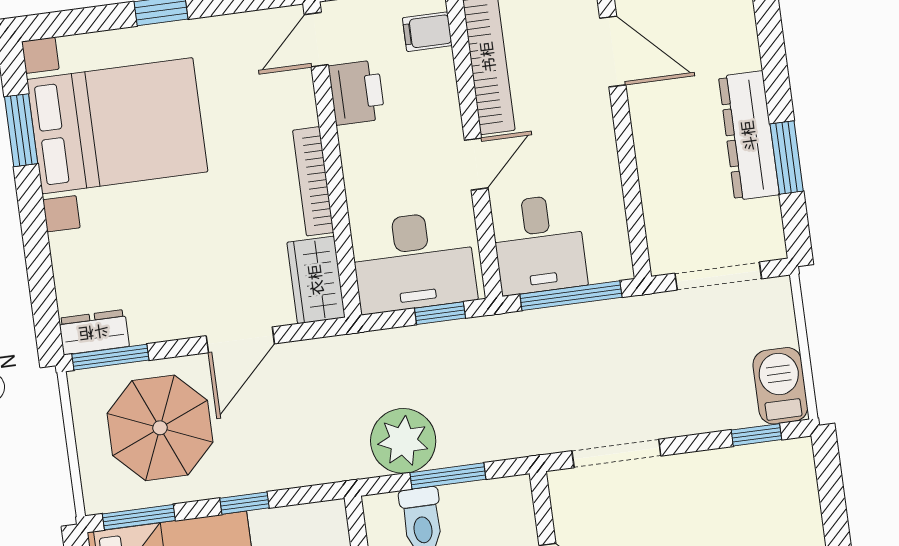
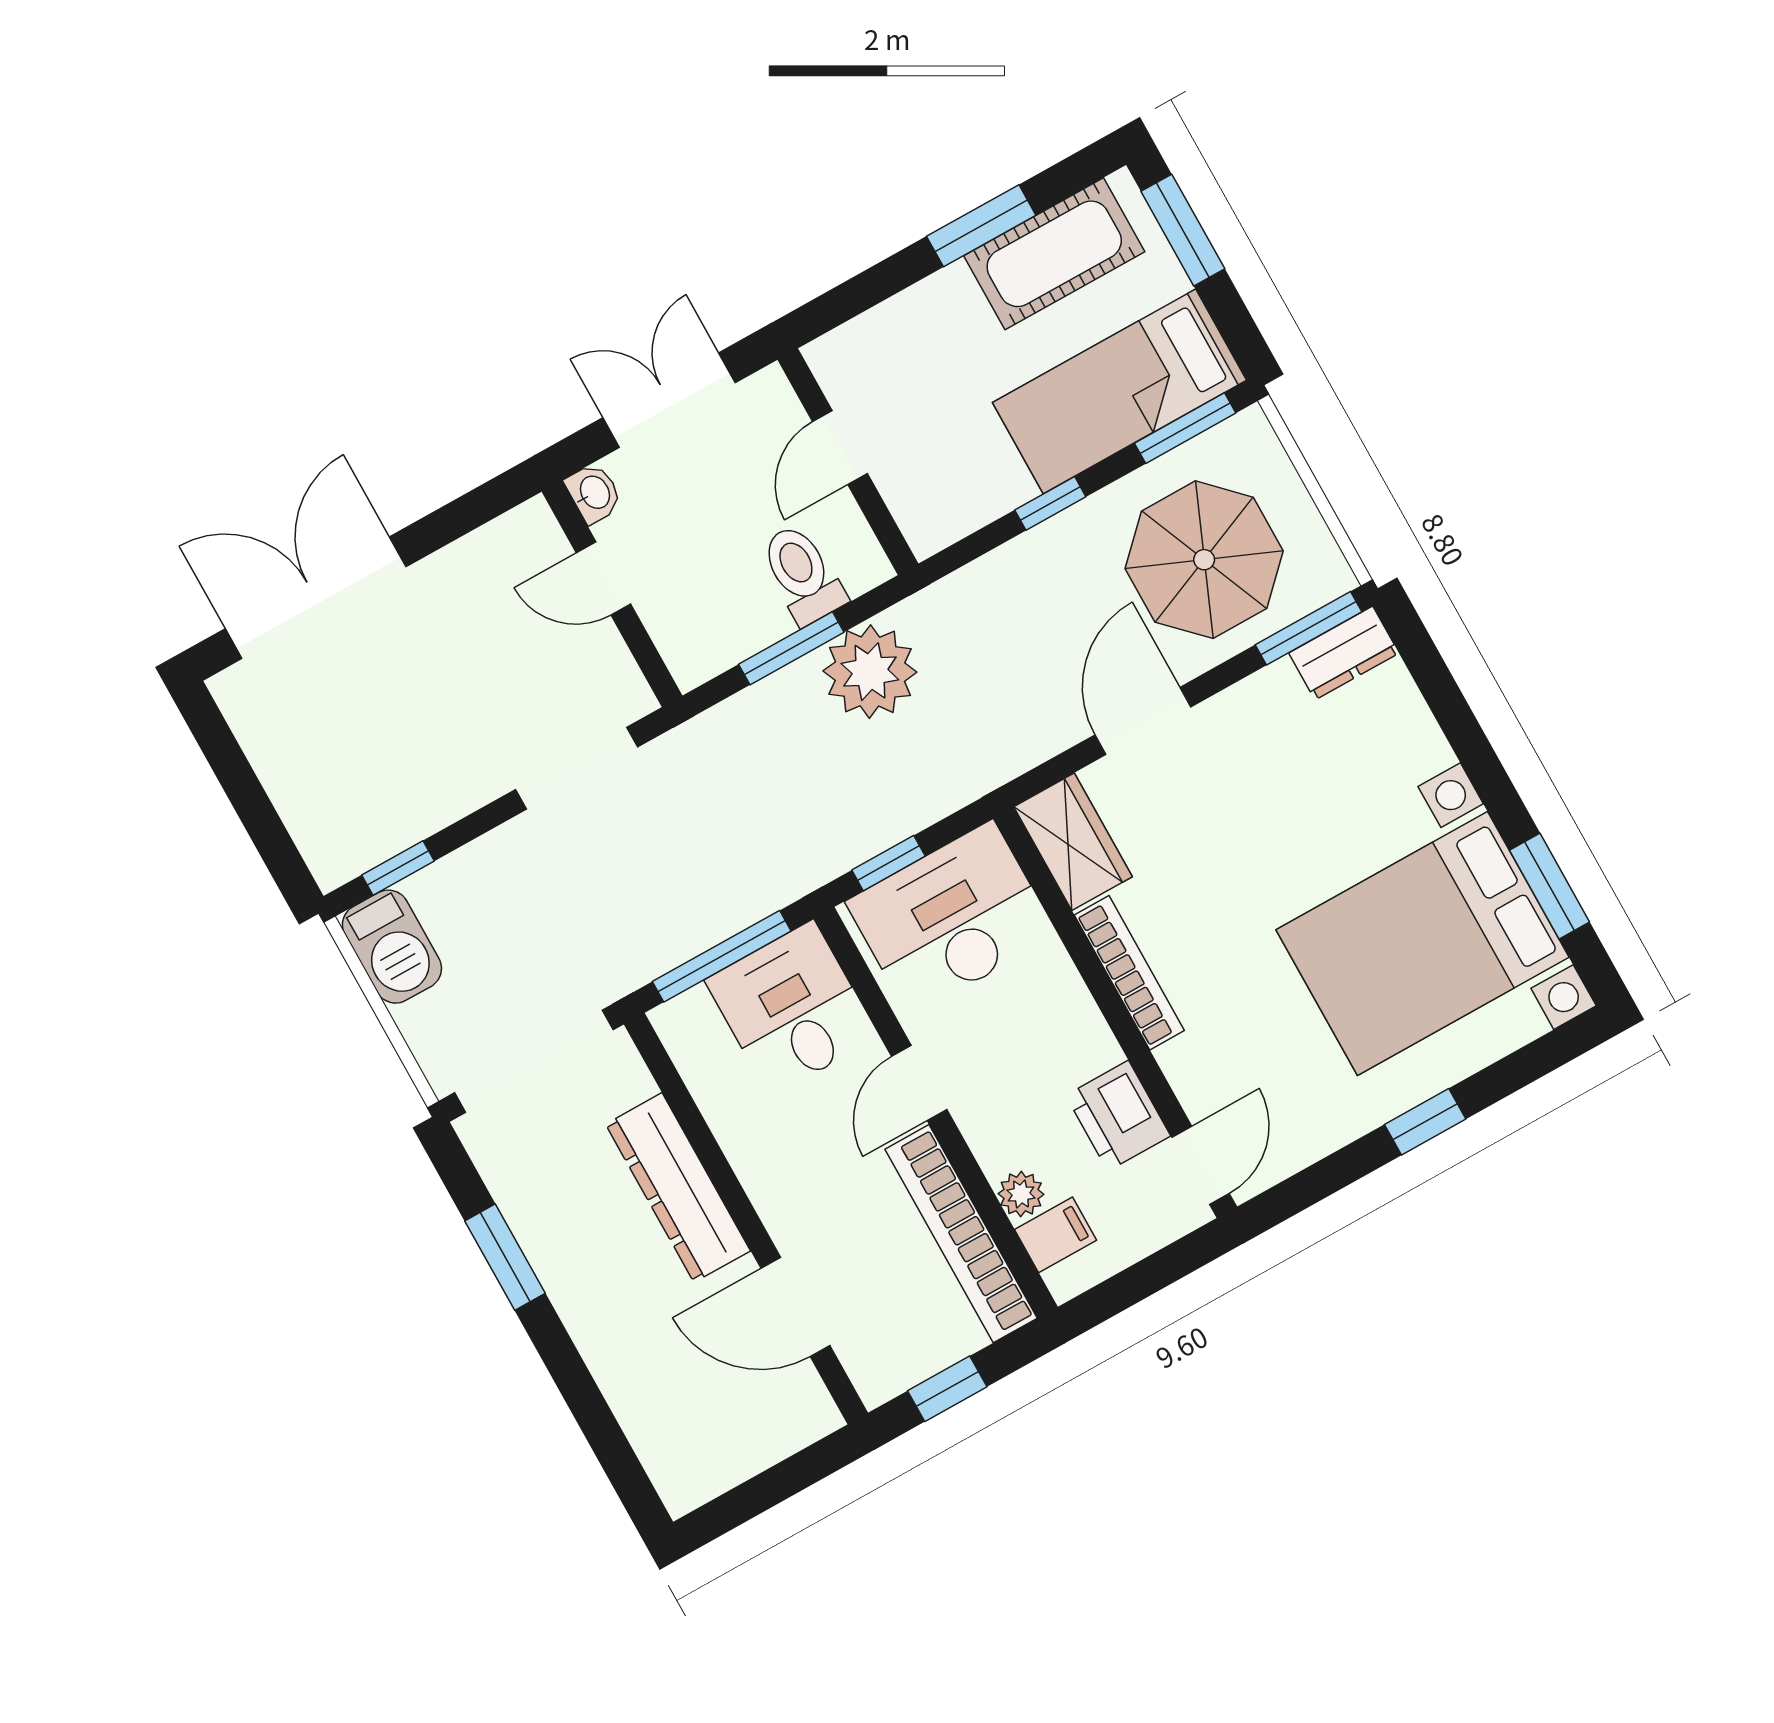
plant: (439, 67) -> (1021, 1194), added
dresser: (749, 136) -> (678, 1188), moved, turned 180
doorway: (718, 276) -> (534, 1061), width x1.36

